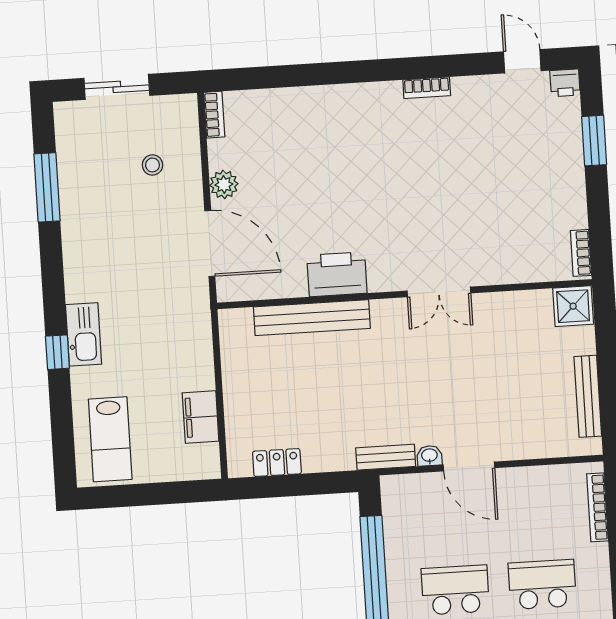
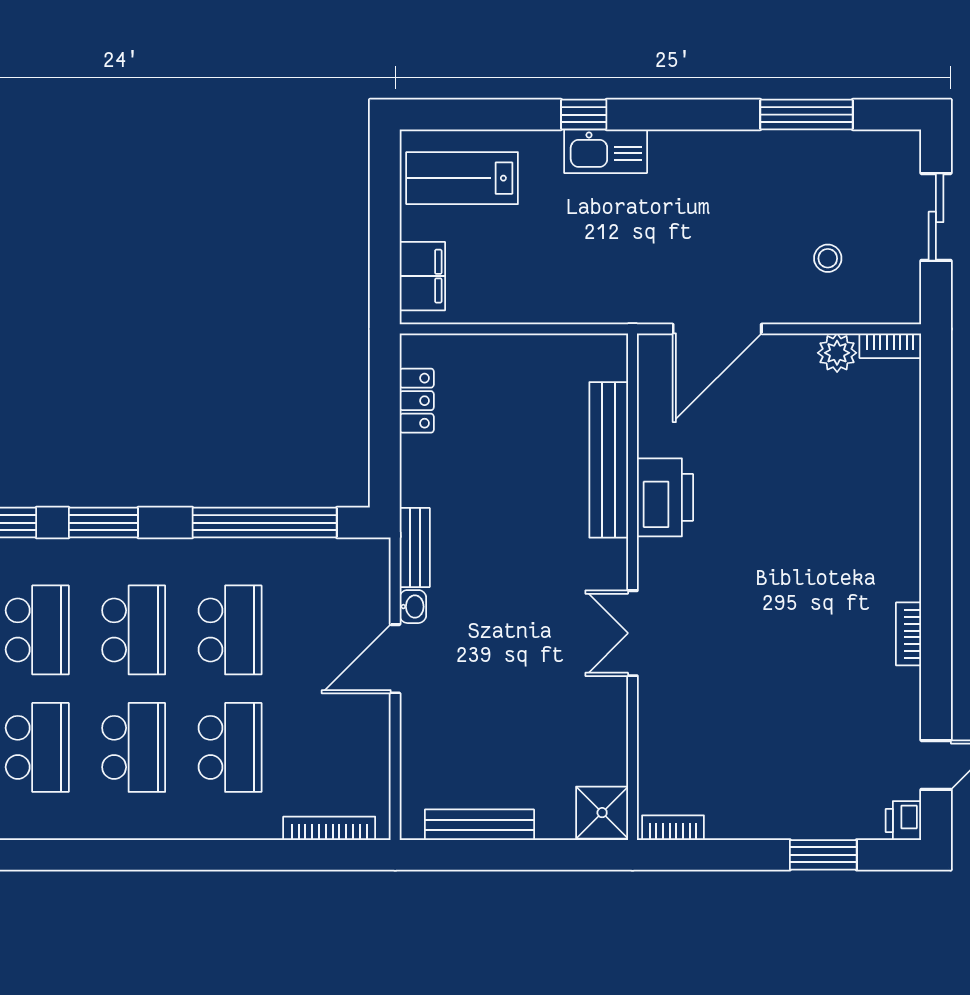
plant: (224, 184) -> (837, 353), moved
filing cabinet: (201, 417) -> (422, 276), moved, turned 90

